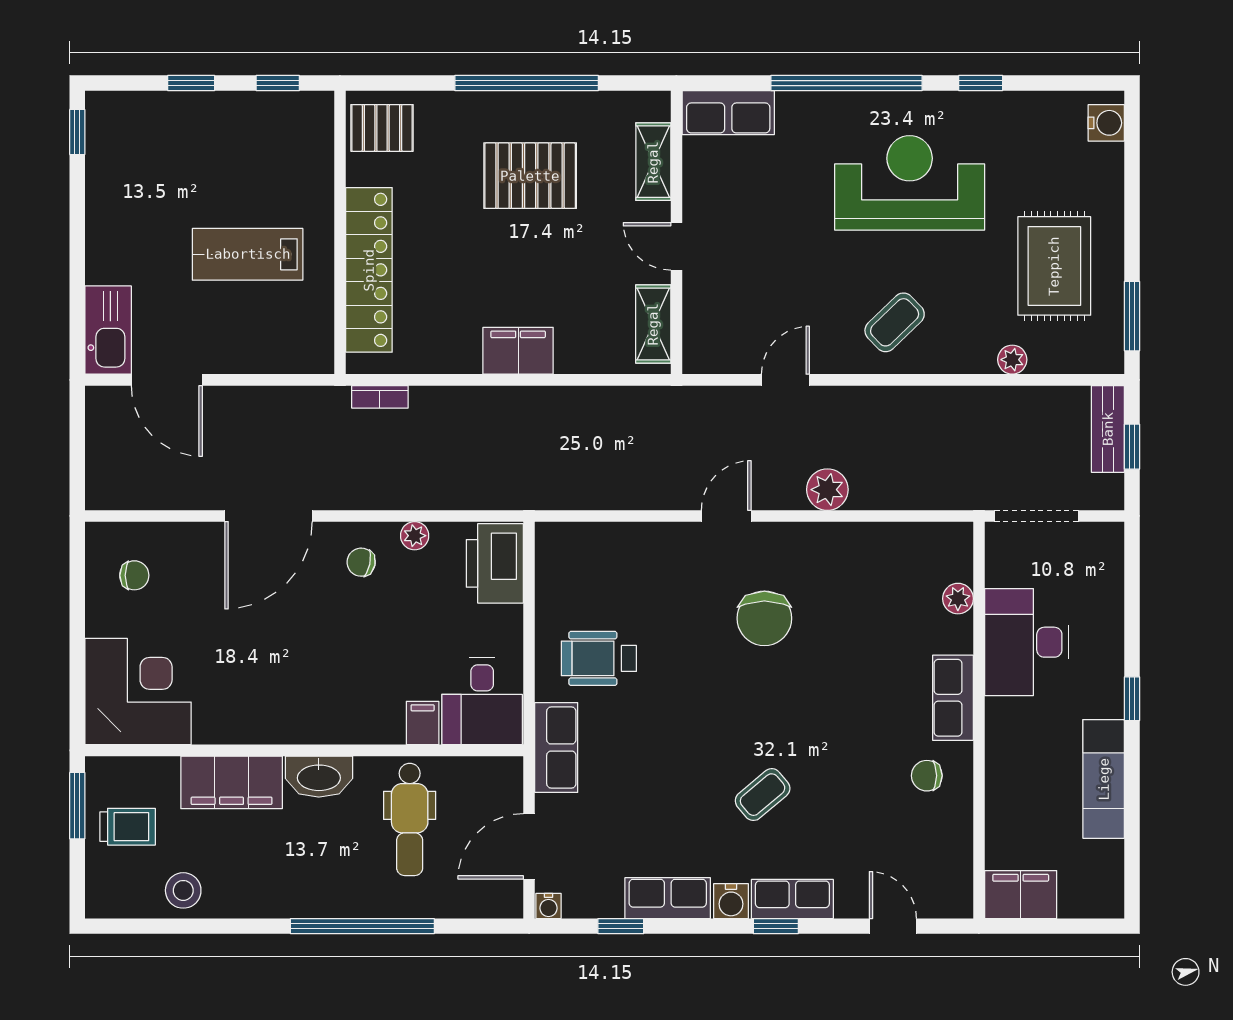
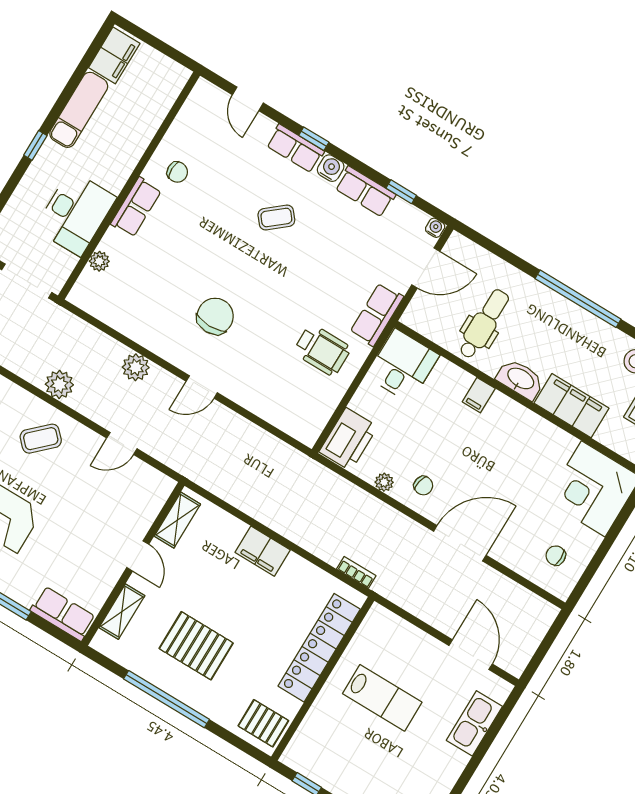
kitchen sink: (108, 330) -> (474, 723), moved
plant: (913, 407) -> (59, 384), added
filing cabinet: (423, 723) -> (479, 395), moved
filing cabinet: (1021, 895) -> (114, 55), moved, turned -90
window: (362, 926) -> (578, 299), moved

